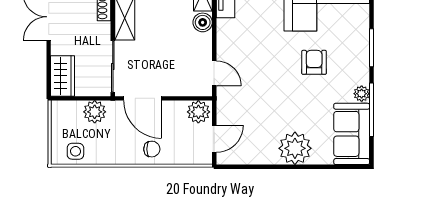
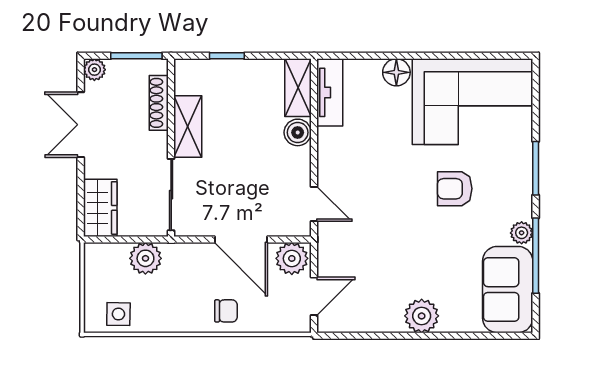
armchair: (314, 62) -> (455, 189), turned -90
door: (143, 98) -> (241, 240), moved
plant: (295, 148) -> (422, 316), width x0.73, depth x0.73

